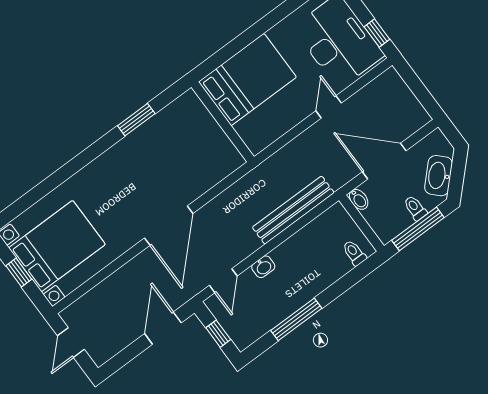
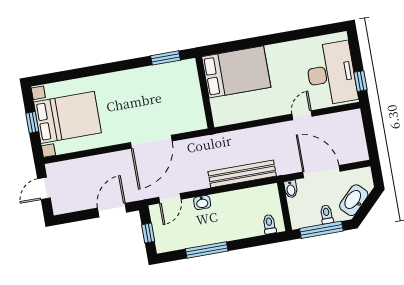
bed: (247, 80) -> (236, 72), moved
wall: (223, 122) -> (205, 93), moved

